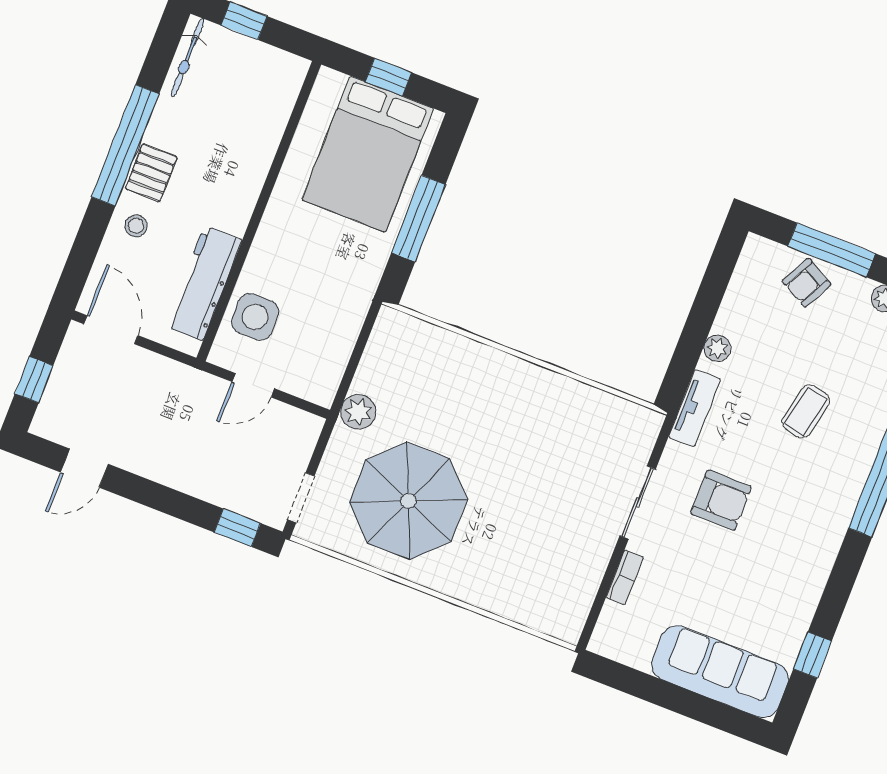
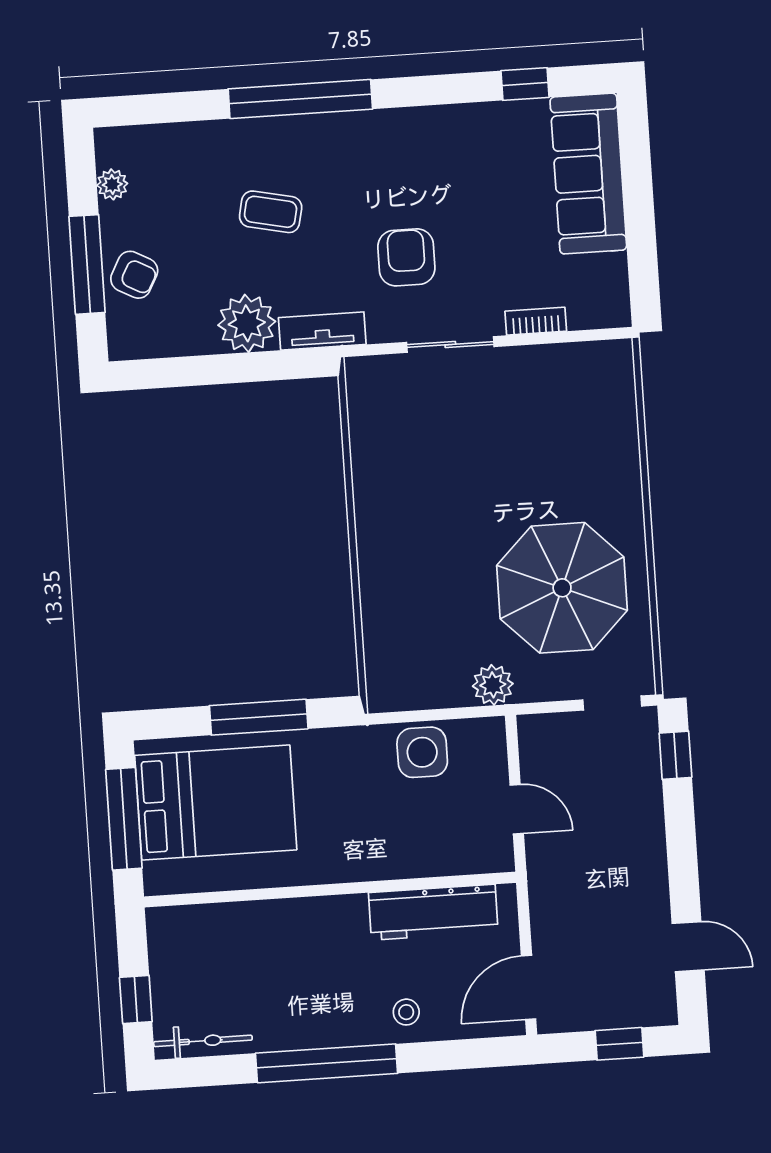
window: (389, 77) -> (124, 819), width x2.17
pallet: (151, 173) -> (343, 1022), removed
side table: (255, 317) -> (422, 752), moved
plant: (717, 348) -> (247, 323), width x1.87, depth x1.87

